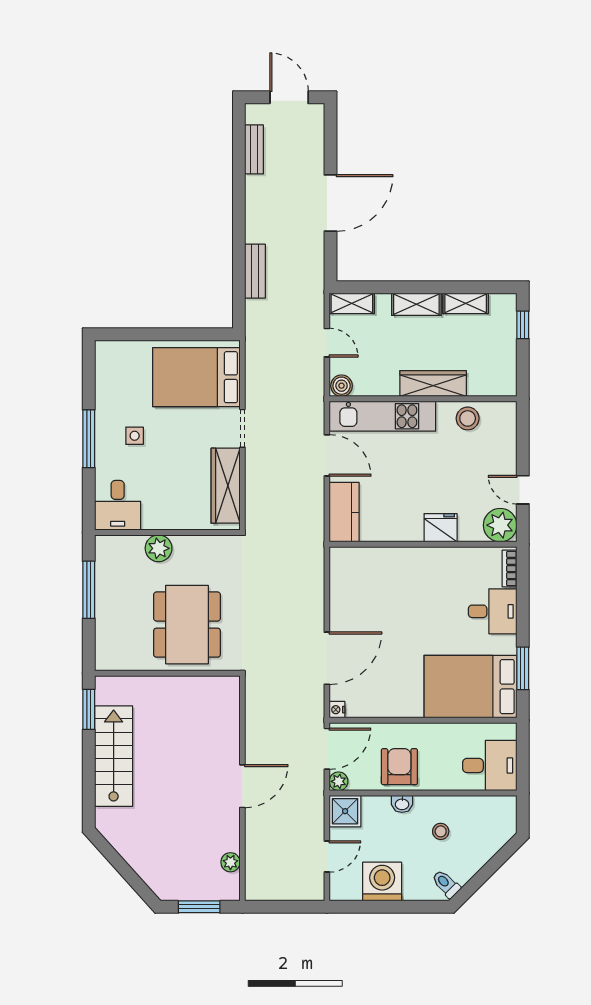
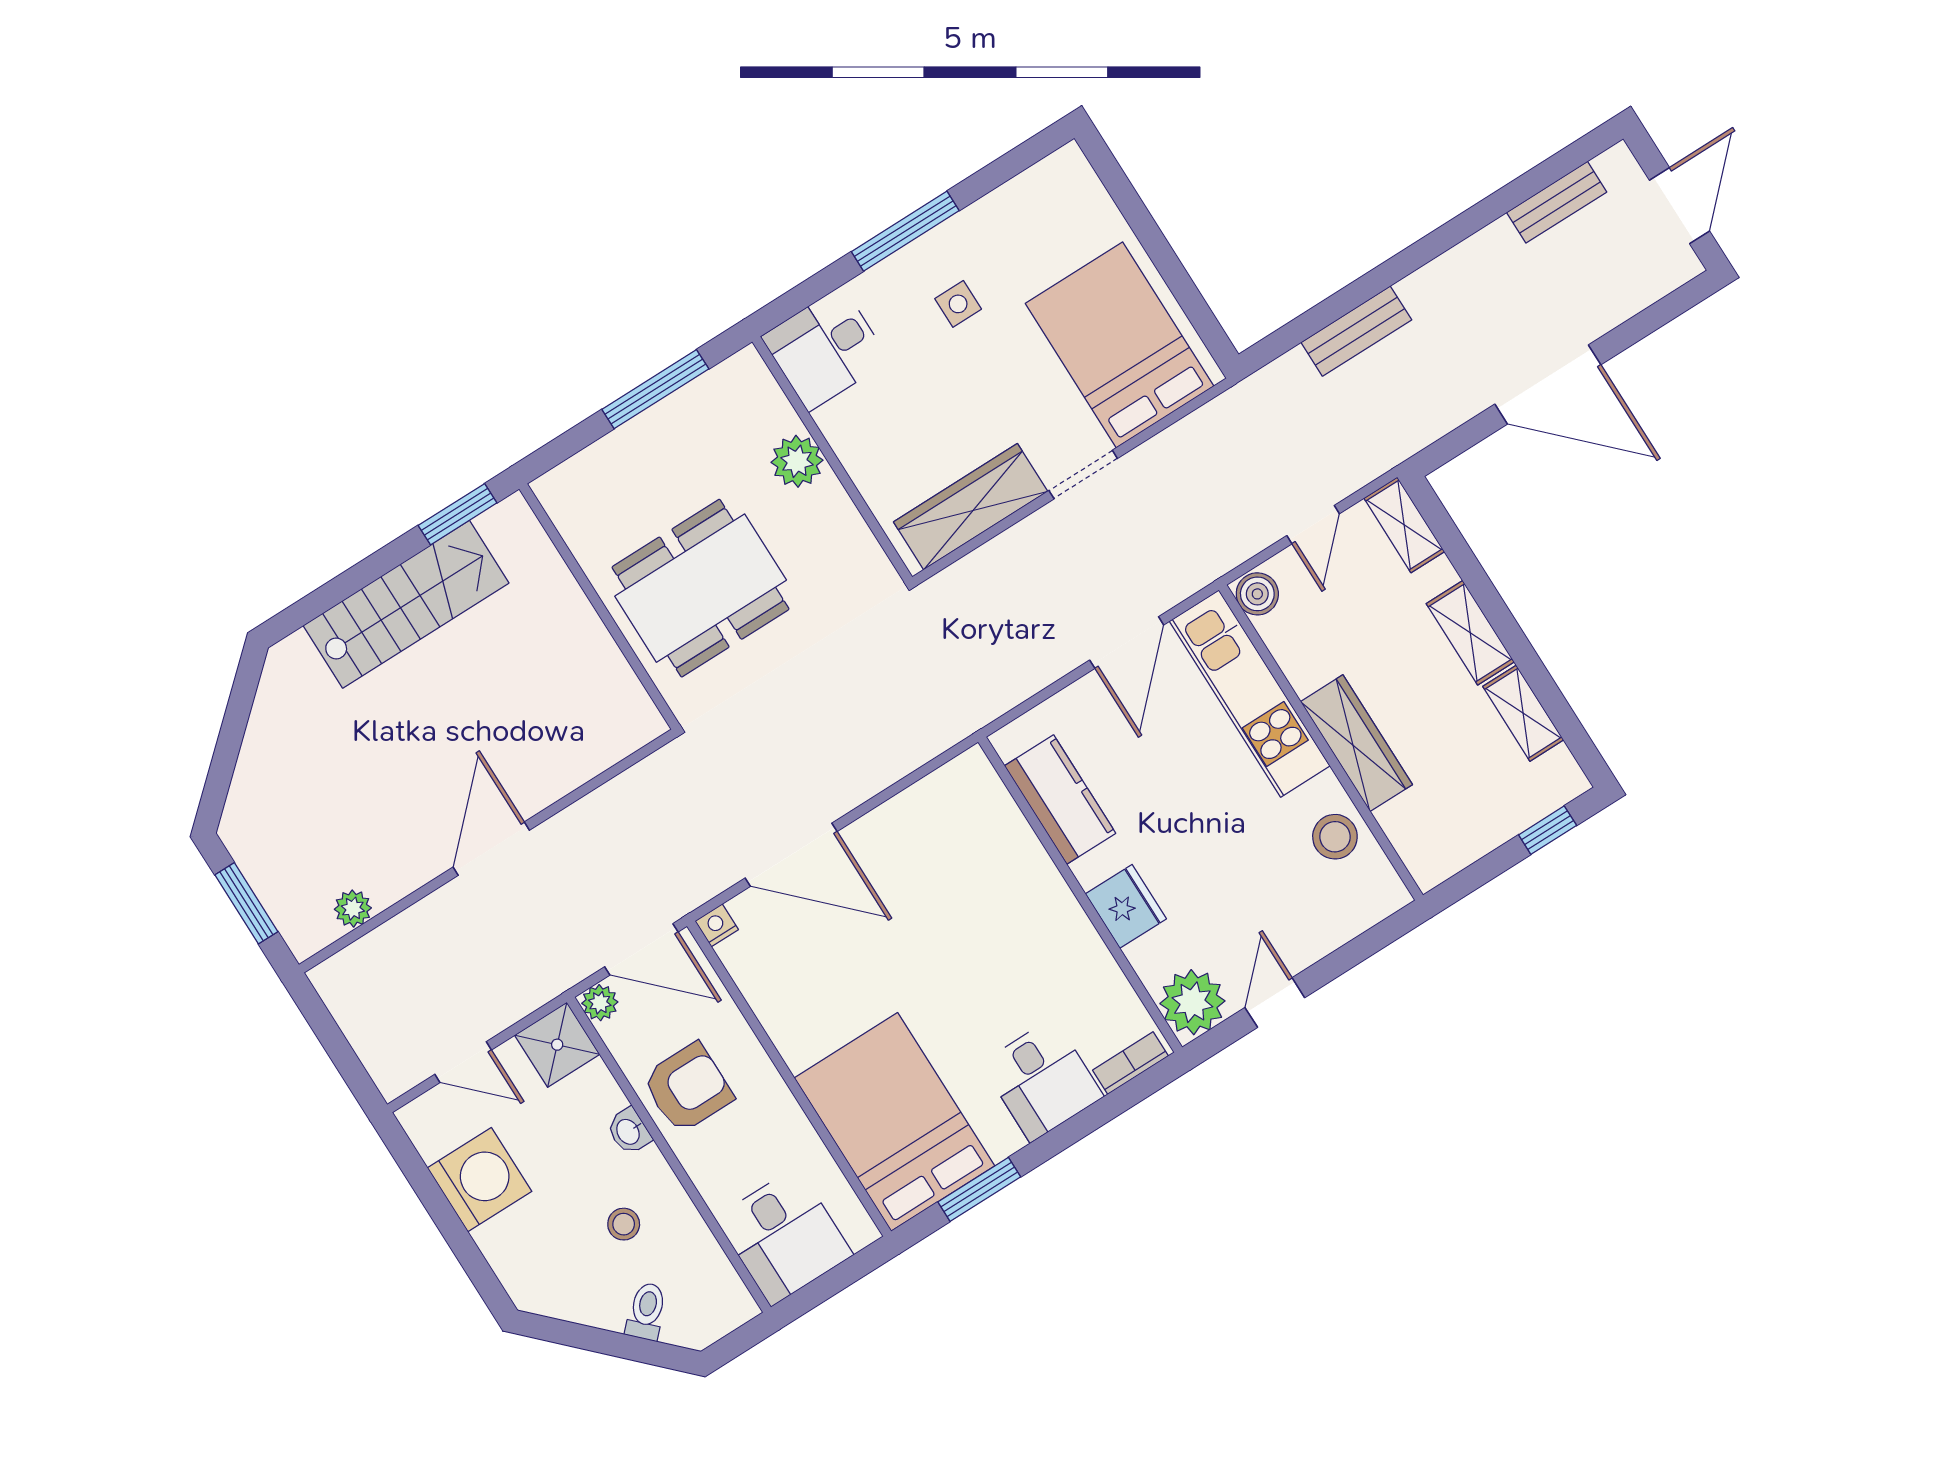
kitchen counter: (344, 512) -> (1060, 800), moved, turned -90
door: (242, 786) -> (491, 849), swing flipped
toilet: (446, 884) -> (646, 1311), moved

